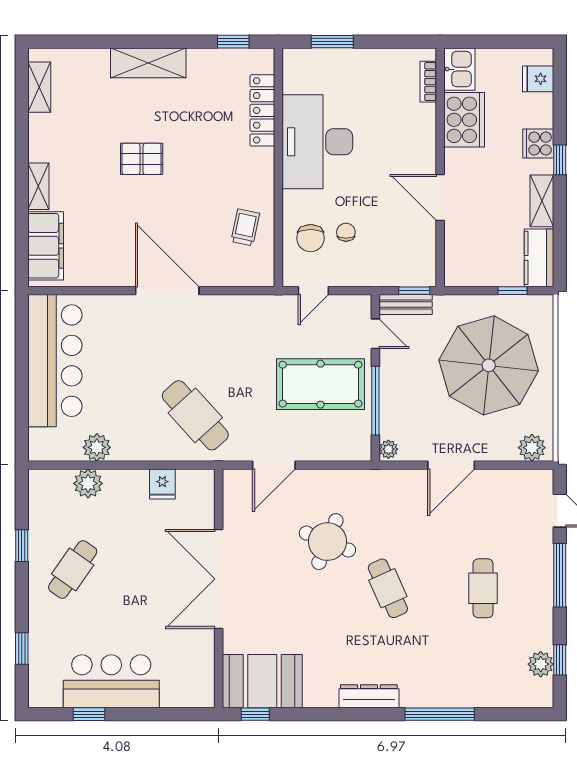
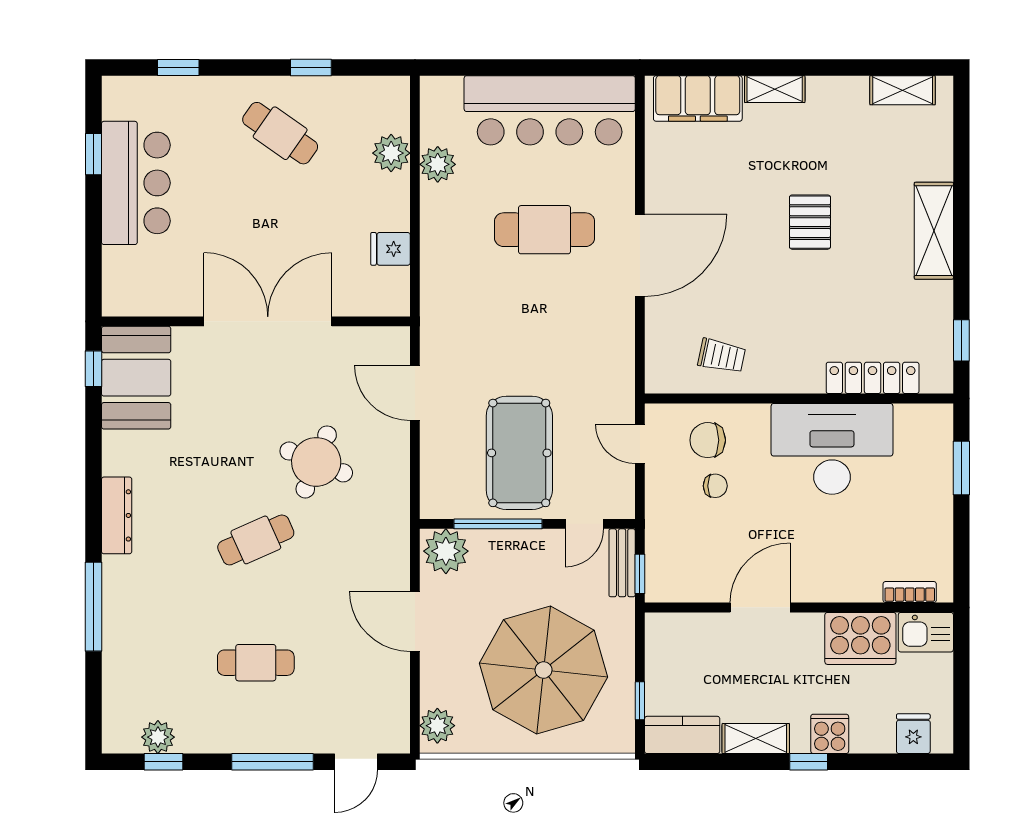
cafe table: (195, 415) -> (545, 230), moved, turned 42
plant: (388, 449) -> (446, 551), width x1.88, depth x1.88

